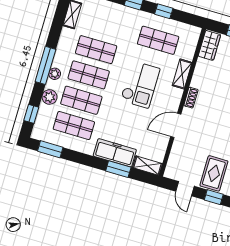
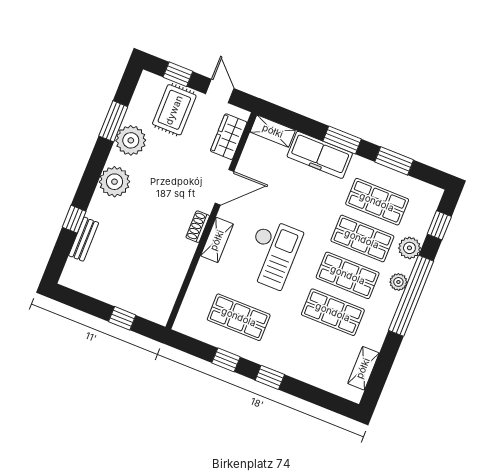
wardrobe: (209, 45) -> (229, 137), moved
window: (45, 65) -> (411, 296), width x1.46
shelving: (182, 74) -> (217, 240), moved
checkout: (140, 84) -> (272, 254), turned 180
window: (50, 149) -> (394, 161), moved
window: (118, 169) -> (342, 140), moved

